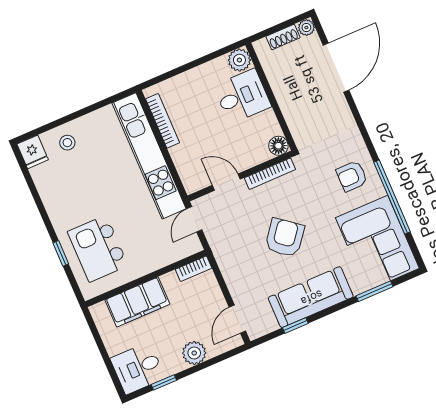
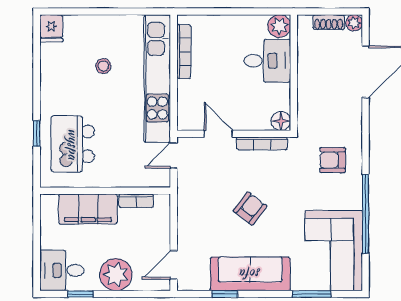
stool: (67, 143) -> (103, 66), moved
armchair: (352, 176) -> (333, 160), moved
armchair: (285, 238) -> (250, 208), width x0.72, depth x0.72
bookcase: (194, 269) -> (136, 201), moved
plant: (194, 353) -> (116, 275), width x1.36, depth x1.36

